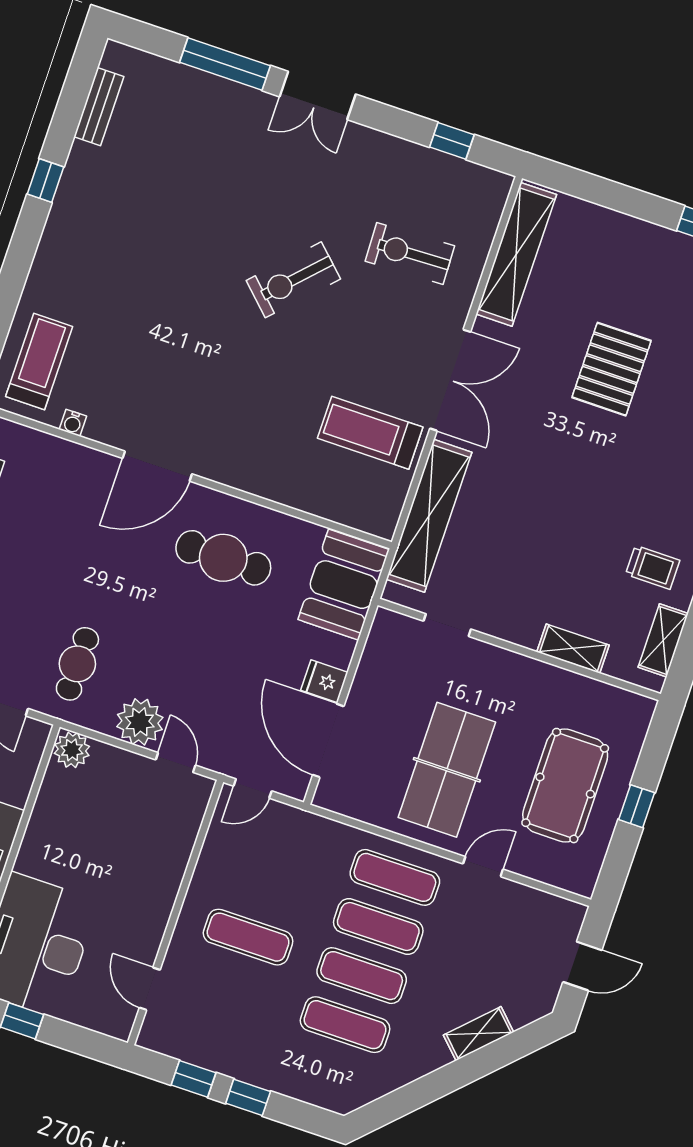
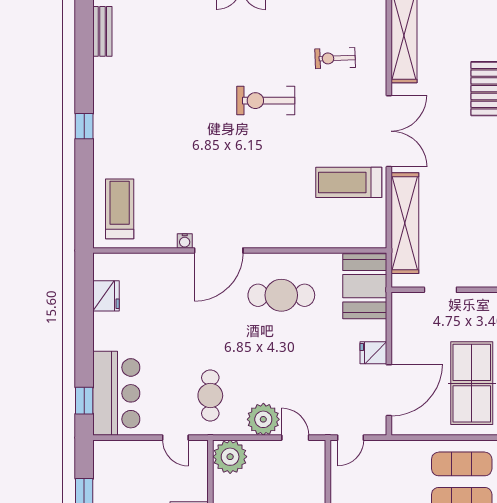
window: (45, 181) -> (84, 126), moved
exercise bike: (410, 253) -> (335, 58), width x0.73, depth x0.72
exercise bike: (293, 280) -> (266, 101), turned 46
water cooler: (73, 423) -> (185, 241), moved
door: (328, 741) -> (389, 390), swing flipped
plant: (72, 750) -> (230, 457), width x1.36, depth x1.36

